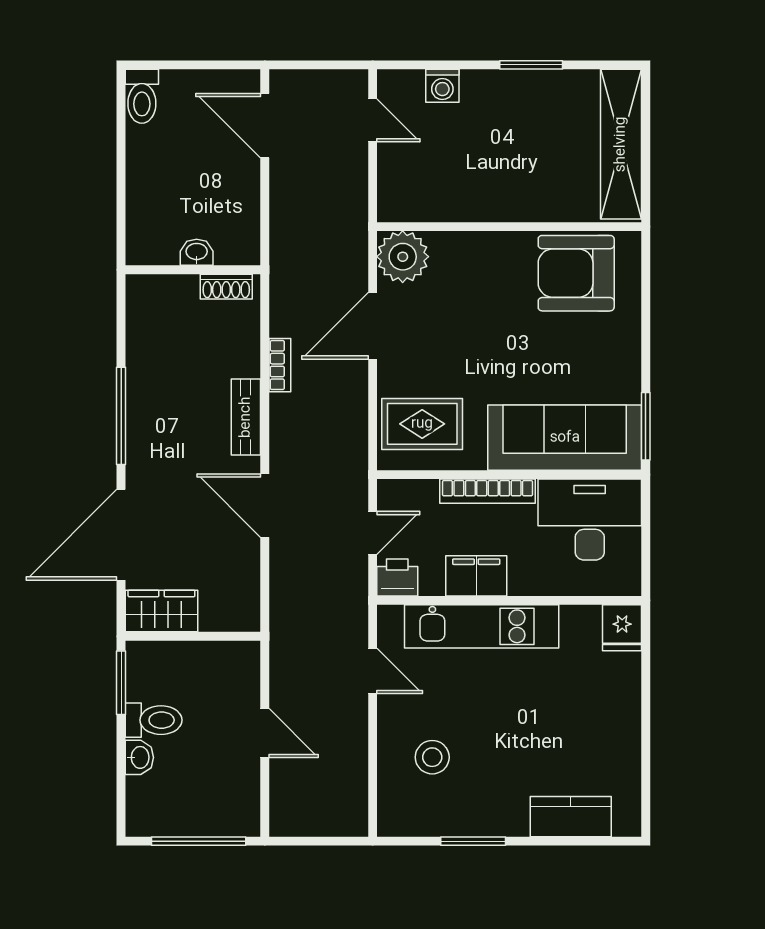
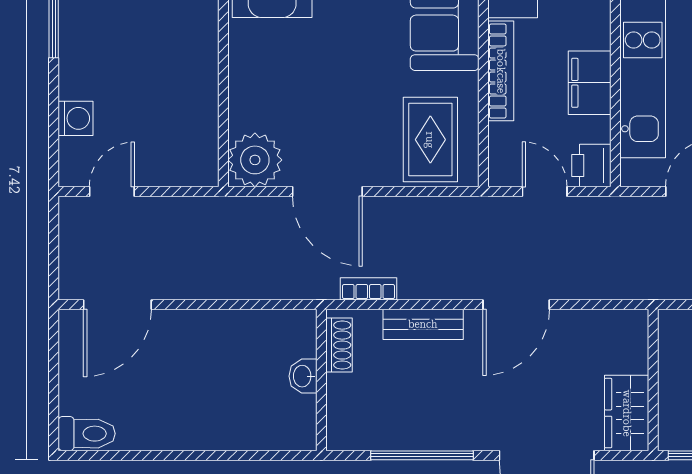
washbasin: (197, 252) -> (303, 376), moved
wall: (193, 270) -> (321, 380), moved
shoe rack: (226, 287) -> (339, 345), moved

